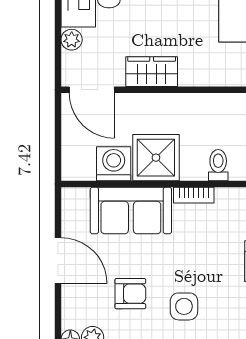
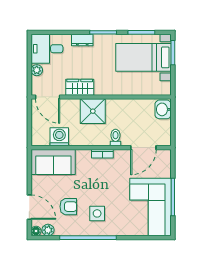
shower: (156, 158) -> (93, 111), moved
sofa: (131, 211) -> (53, 162), moved
door: (58, 260) -> (29, 207), moved

